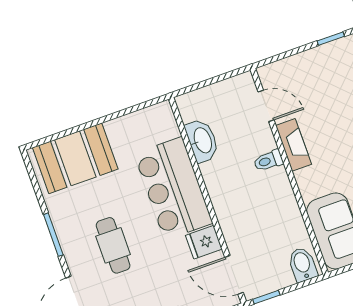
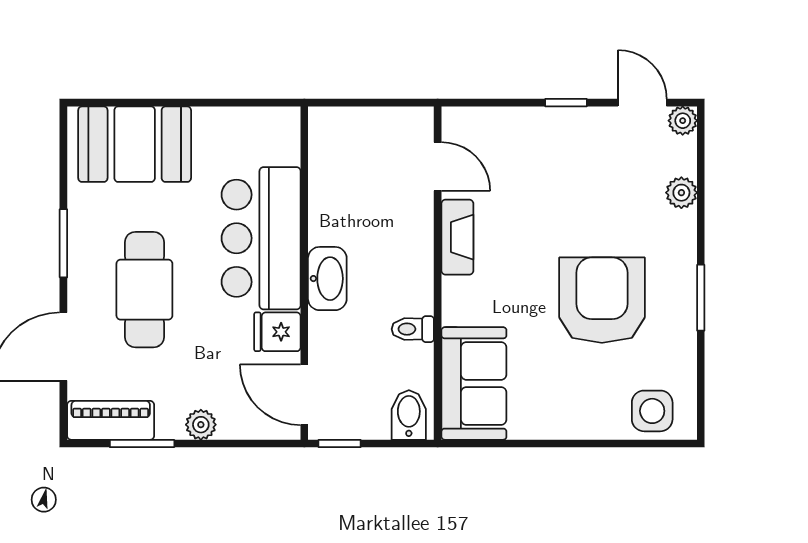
washbasin: (202, 141) -> (327, 279), moved
toilet: (268, 161) -> (413, 329), moved
cafe table: (113, 245) -> (144, 290), width x1.37, depth x1.35

